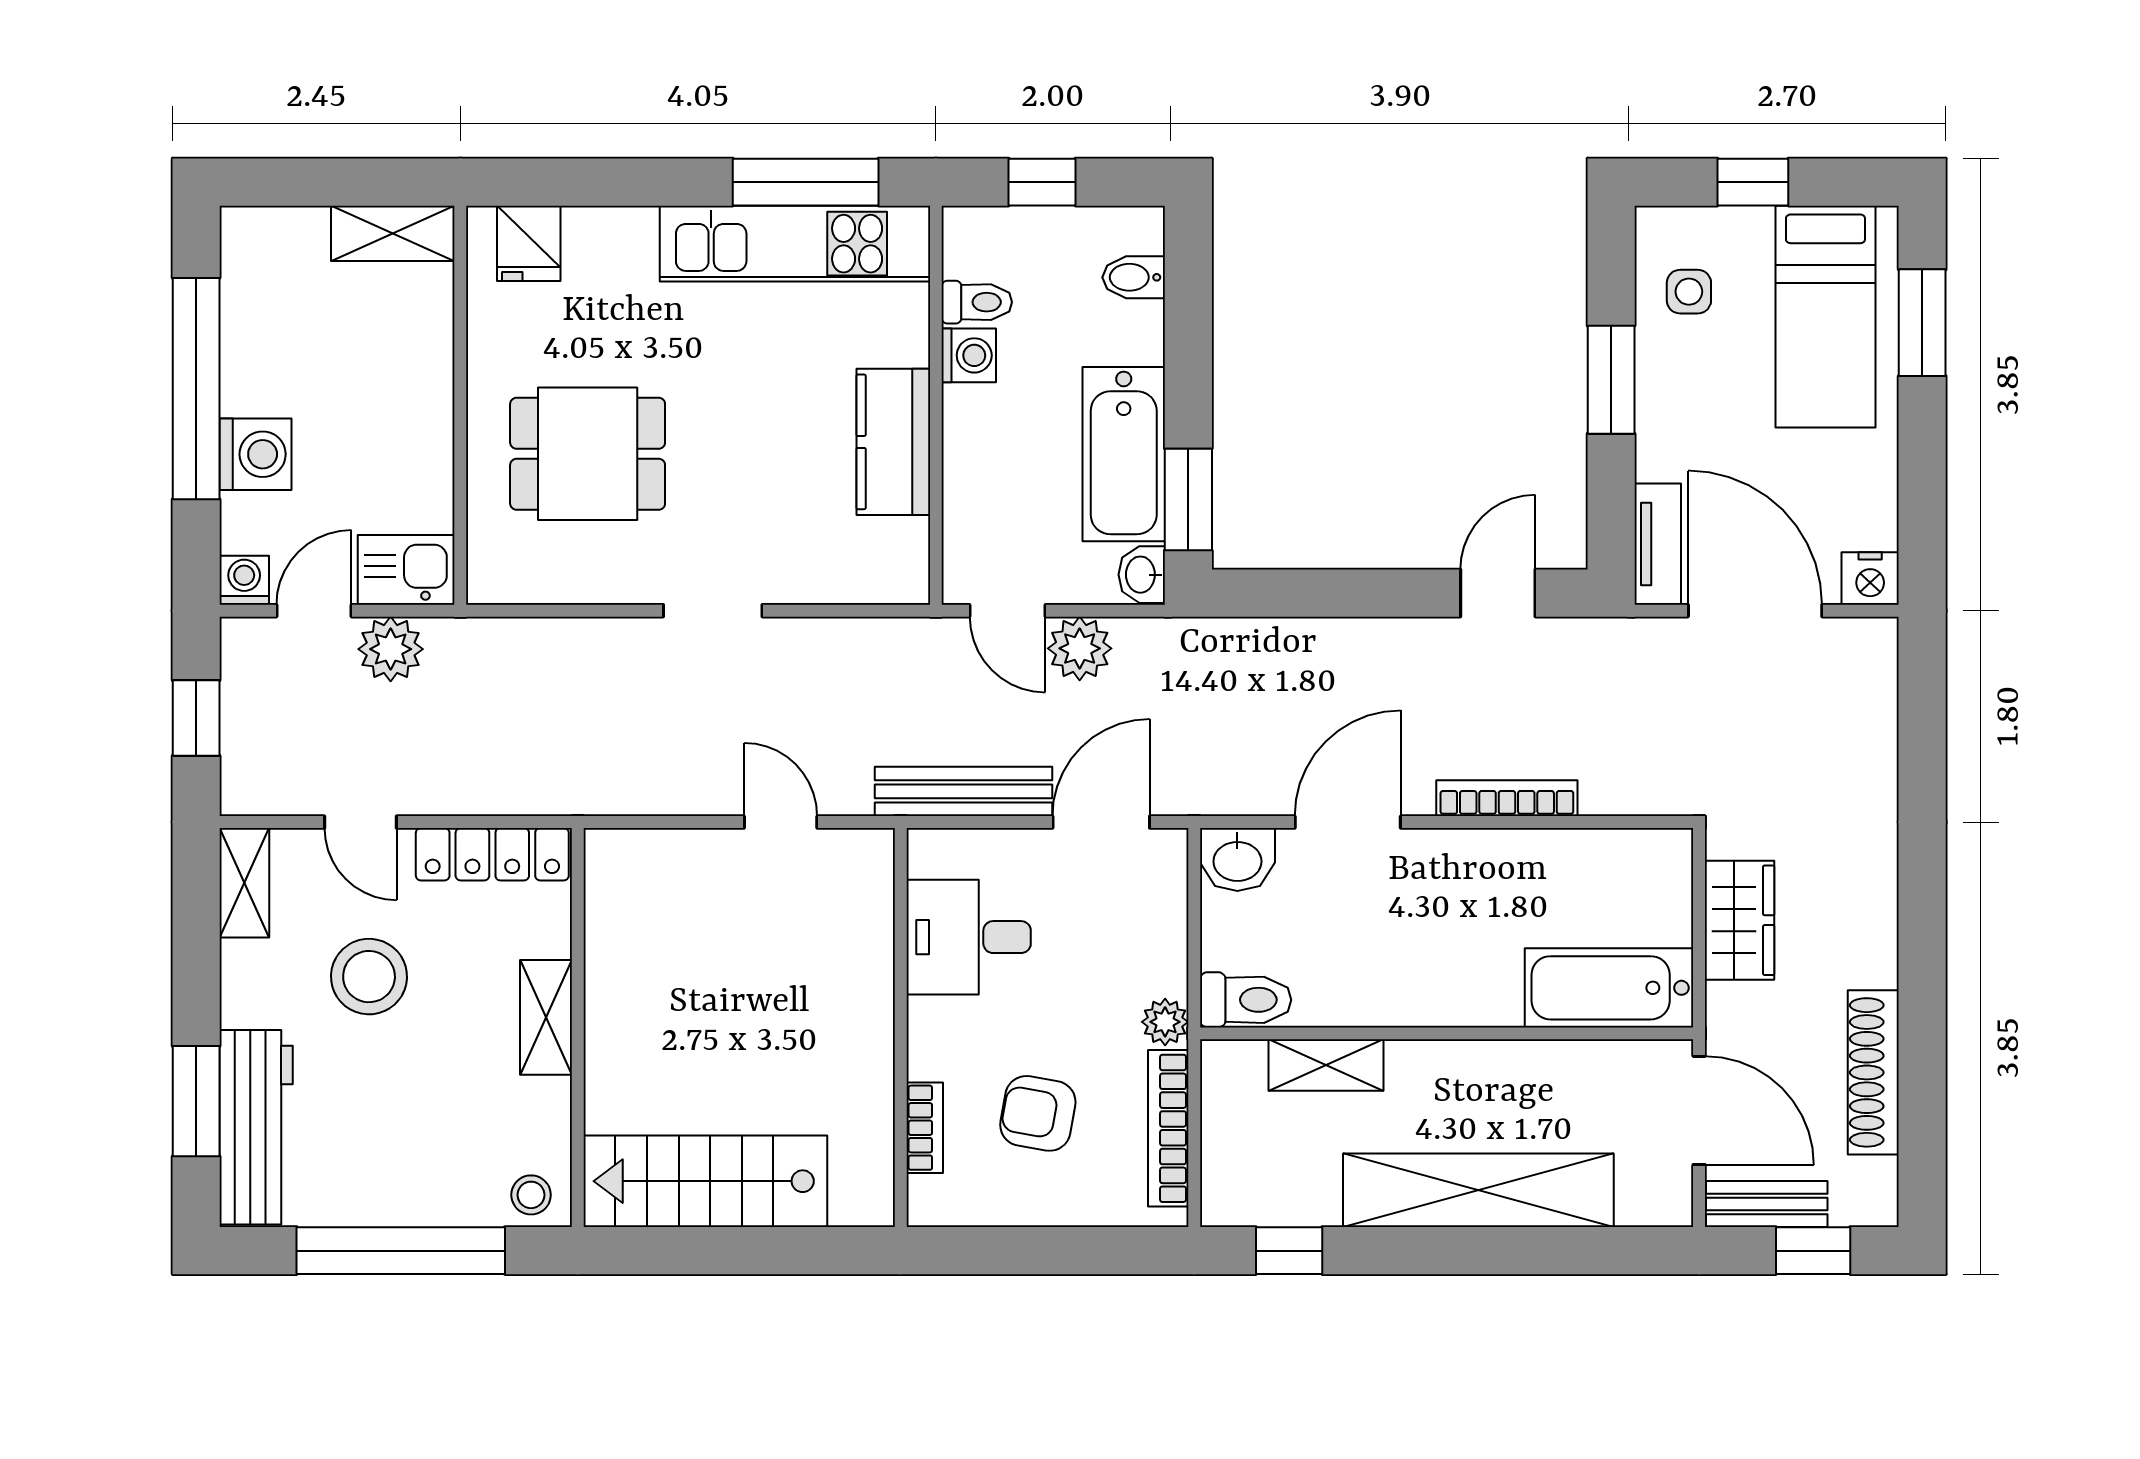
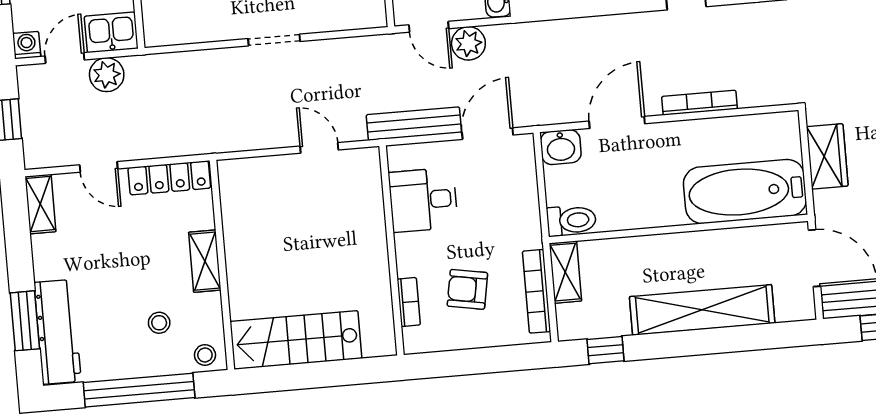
stool: (369, 977) -> (159, 323), moved, width x0.53, depth x0.53
bathtub: (1609, 988) -> (745, 192), width x1.36, depth x1.36
plant: (1165, 1022) -> (530, 236), removed
shelving: (1326, 1065) -> (565, 272), moved, turned 90

